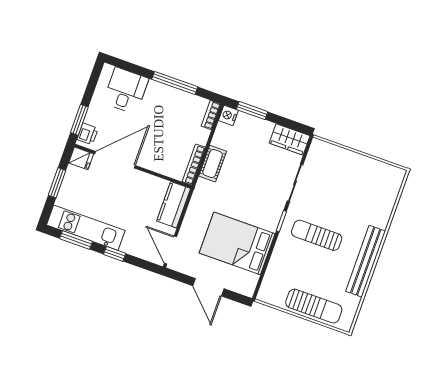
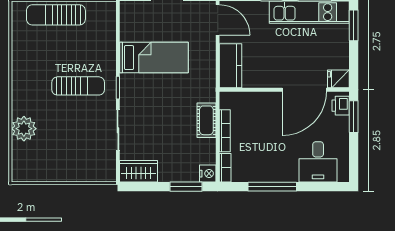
bookcase: (194, 164) -> (225, 131), moved
window: (57, 183) -> (354, 25), moved
plant: (379, 214) -> (24, 129), added
bed: (237, 243) -> (154, 58), width x0.67
bench: (366, 261) -> (20, 78), removed

